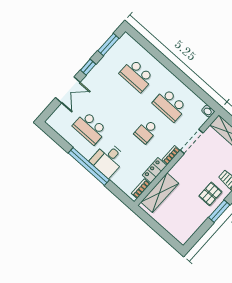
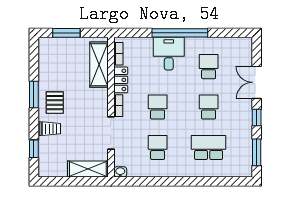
school desk: (113, 102) -> (209, 107), added
school desk: (170, 105) -> (158, 147), width x0.54
school desk: (90, 128) -> (209, 67), width x0.54
window: (162, 232) -> (66, 33), added

